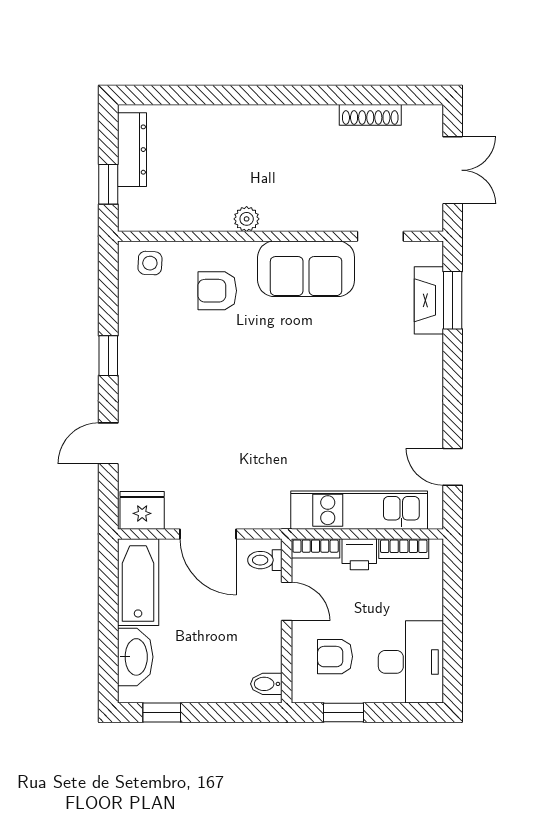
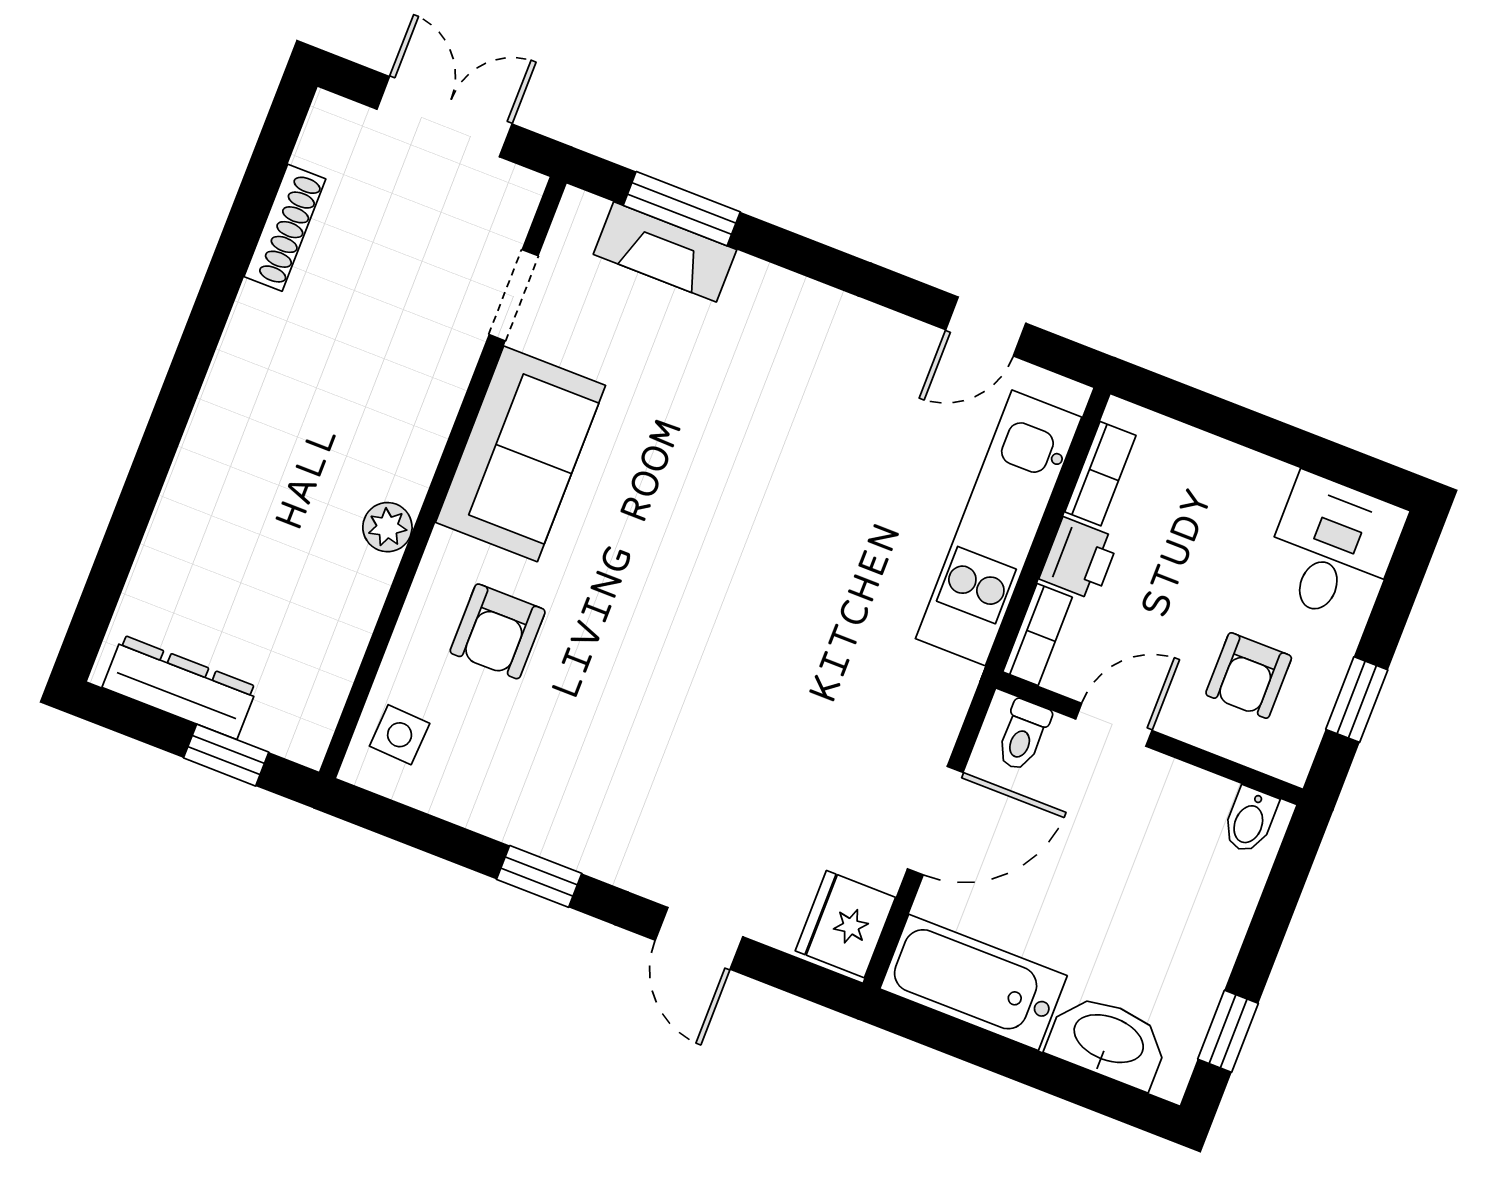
desk: (411, 662) -> (1333, 549), width x0.73

